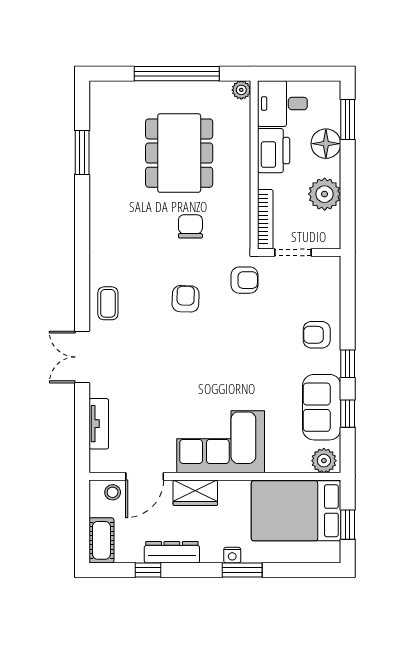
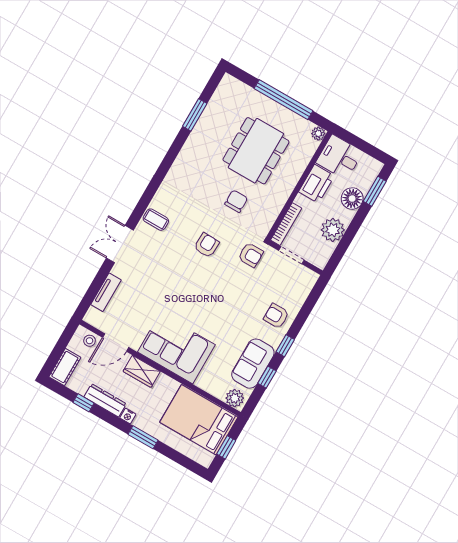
coffee table: (108, 303) -> (156, 220), turned 90
nightstand: (232, 555) -> (128, 416), moved

